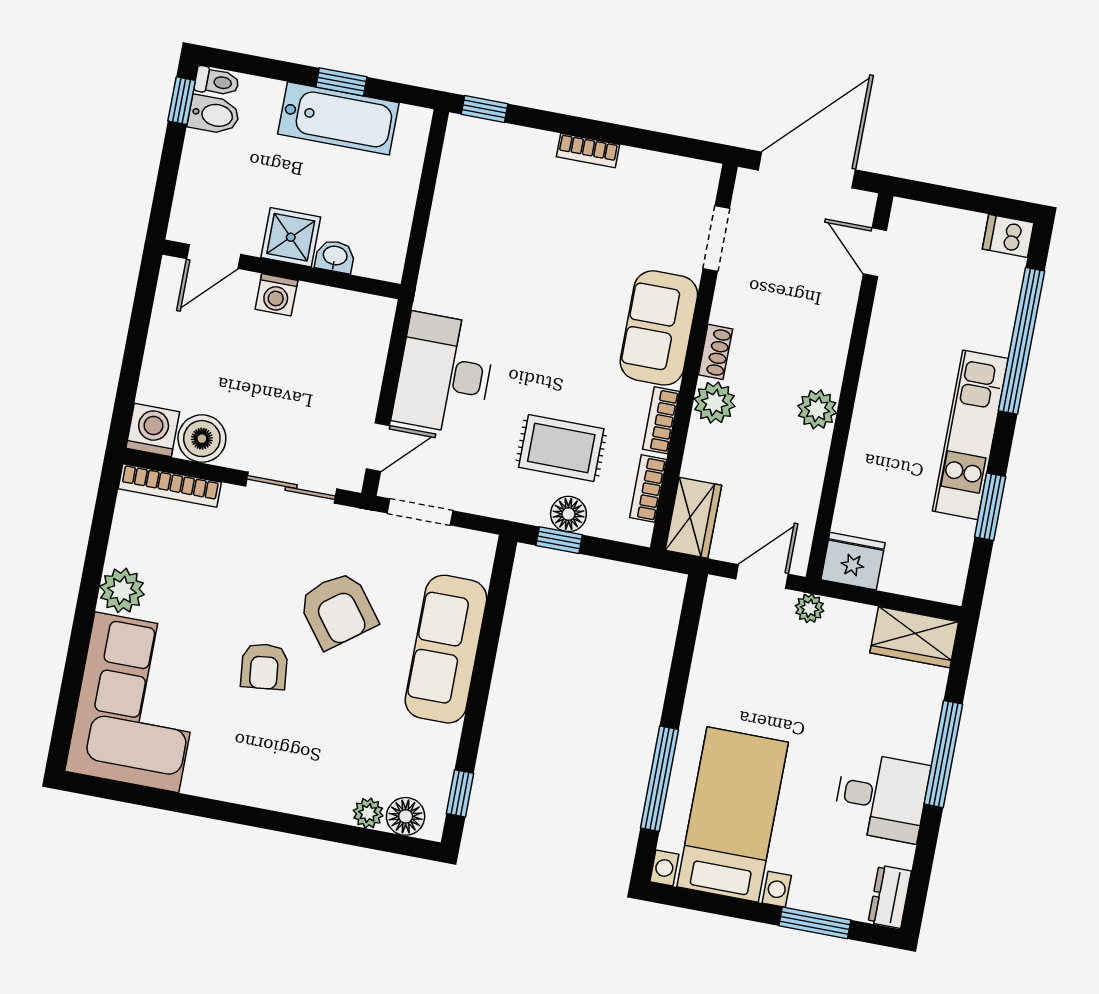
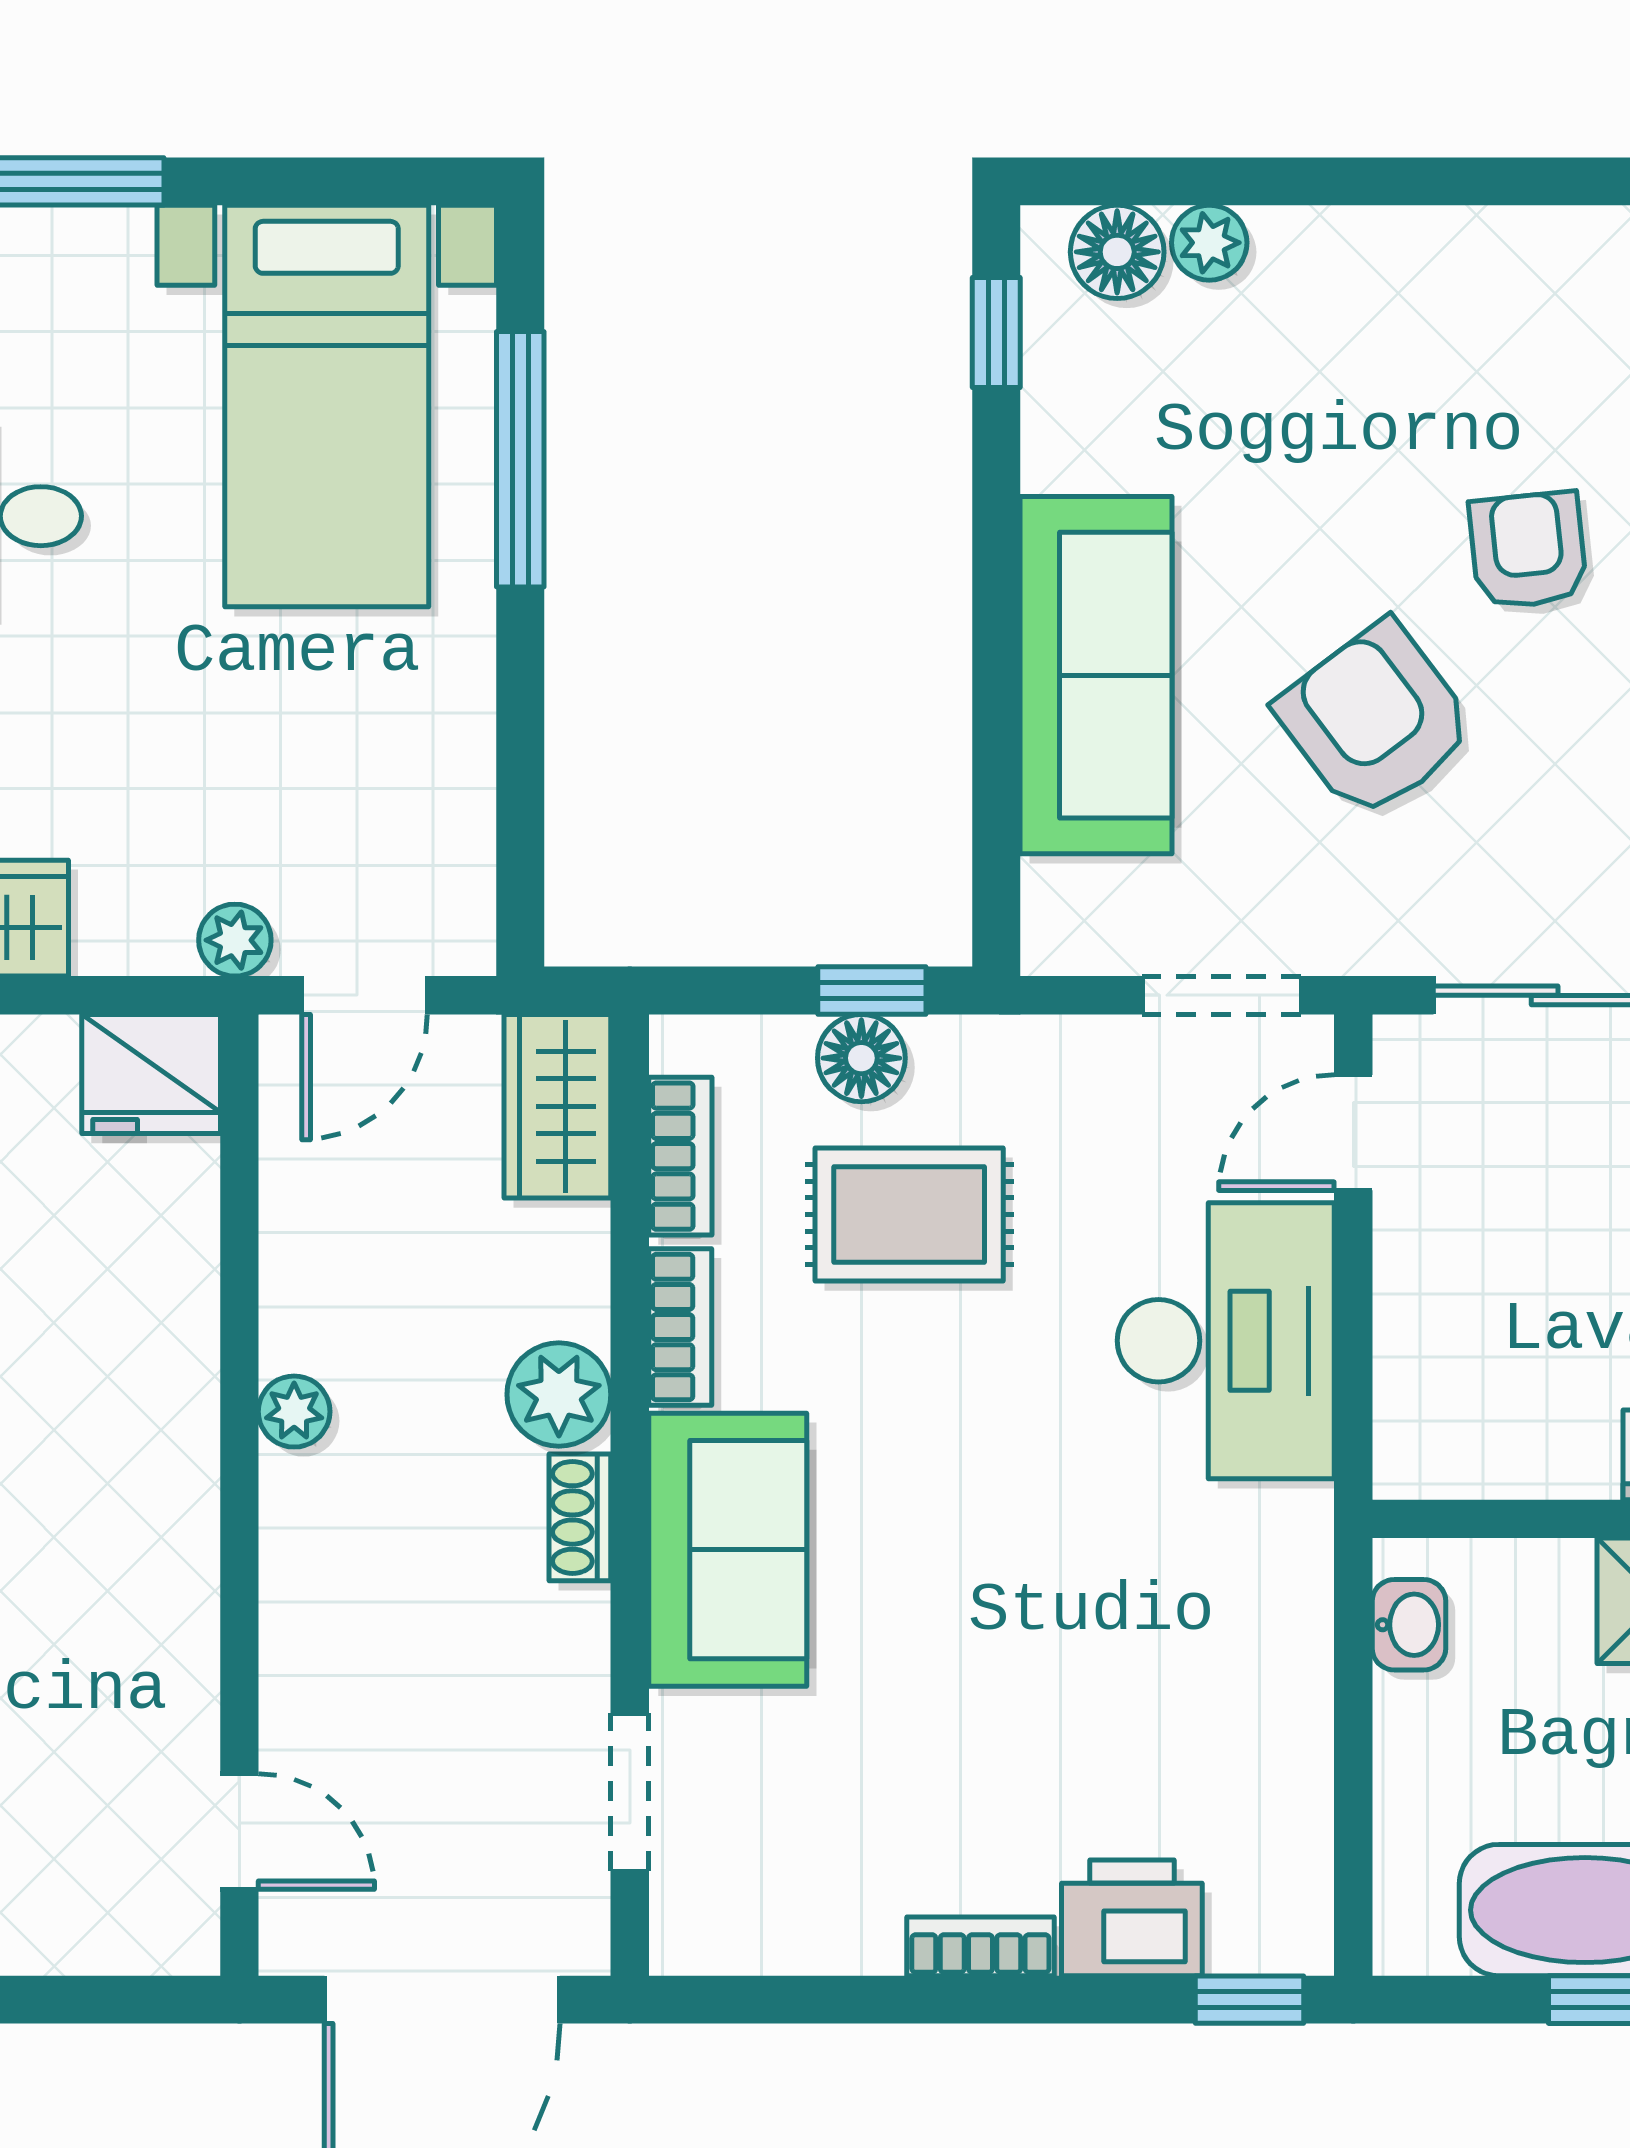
printer: (525, 151) -> (1132, 1918), added
washbasin: (335, 256) -> (1409, 1625), moved, turned -90
plant: (817, 409) -> (294, 1412), width x0.73, depth x0.73

